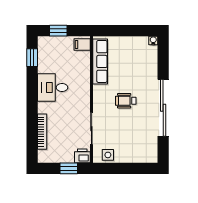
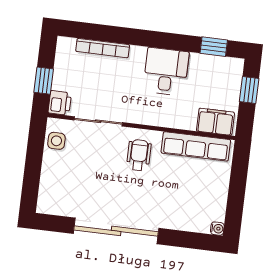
filing cabinet: (82, 44) -> (215, 122), width x2.00
wheelchair: (126, 101) -> (139, 155), moved

